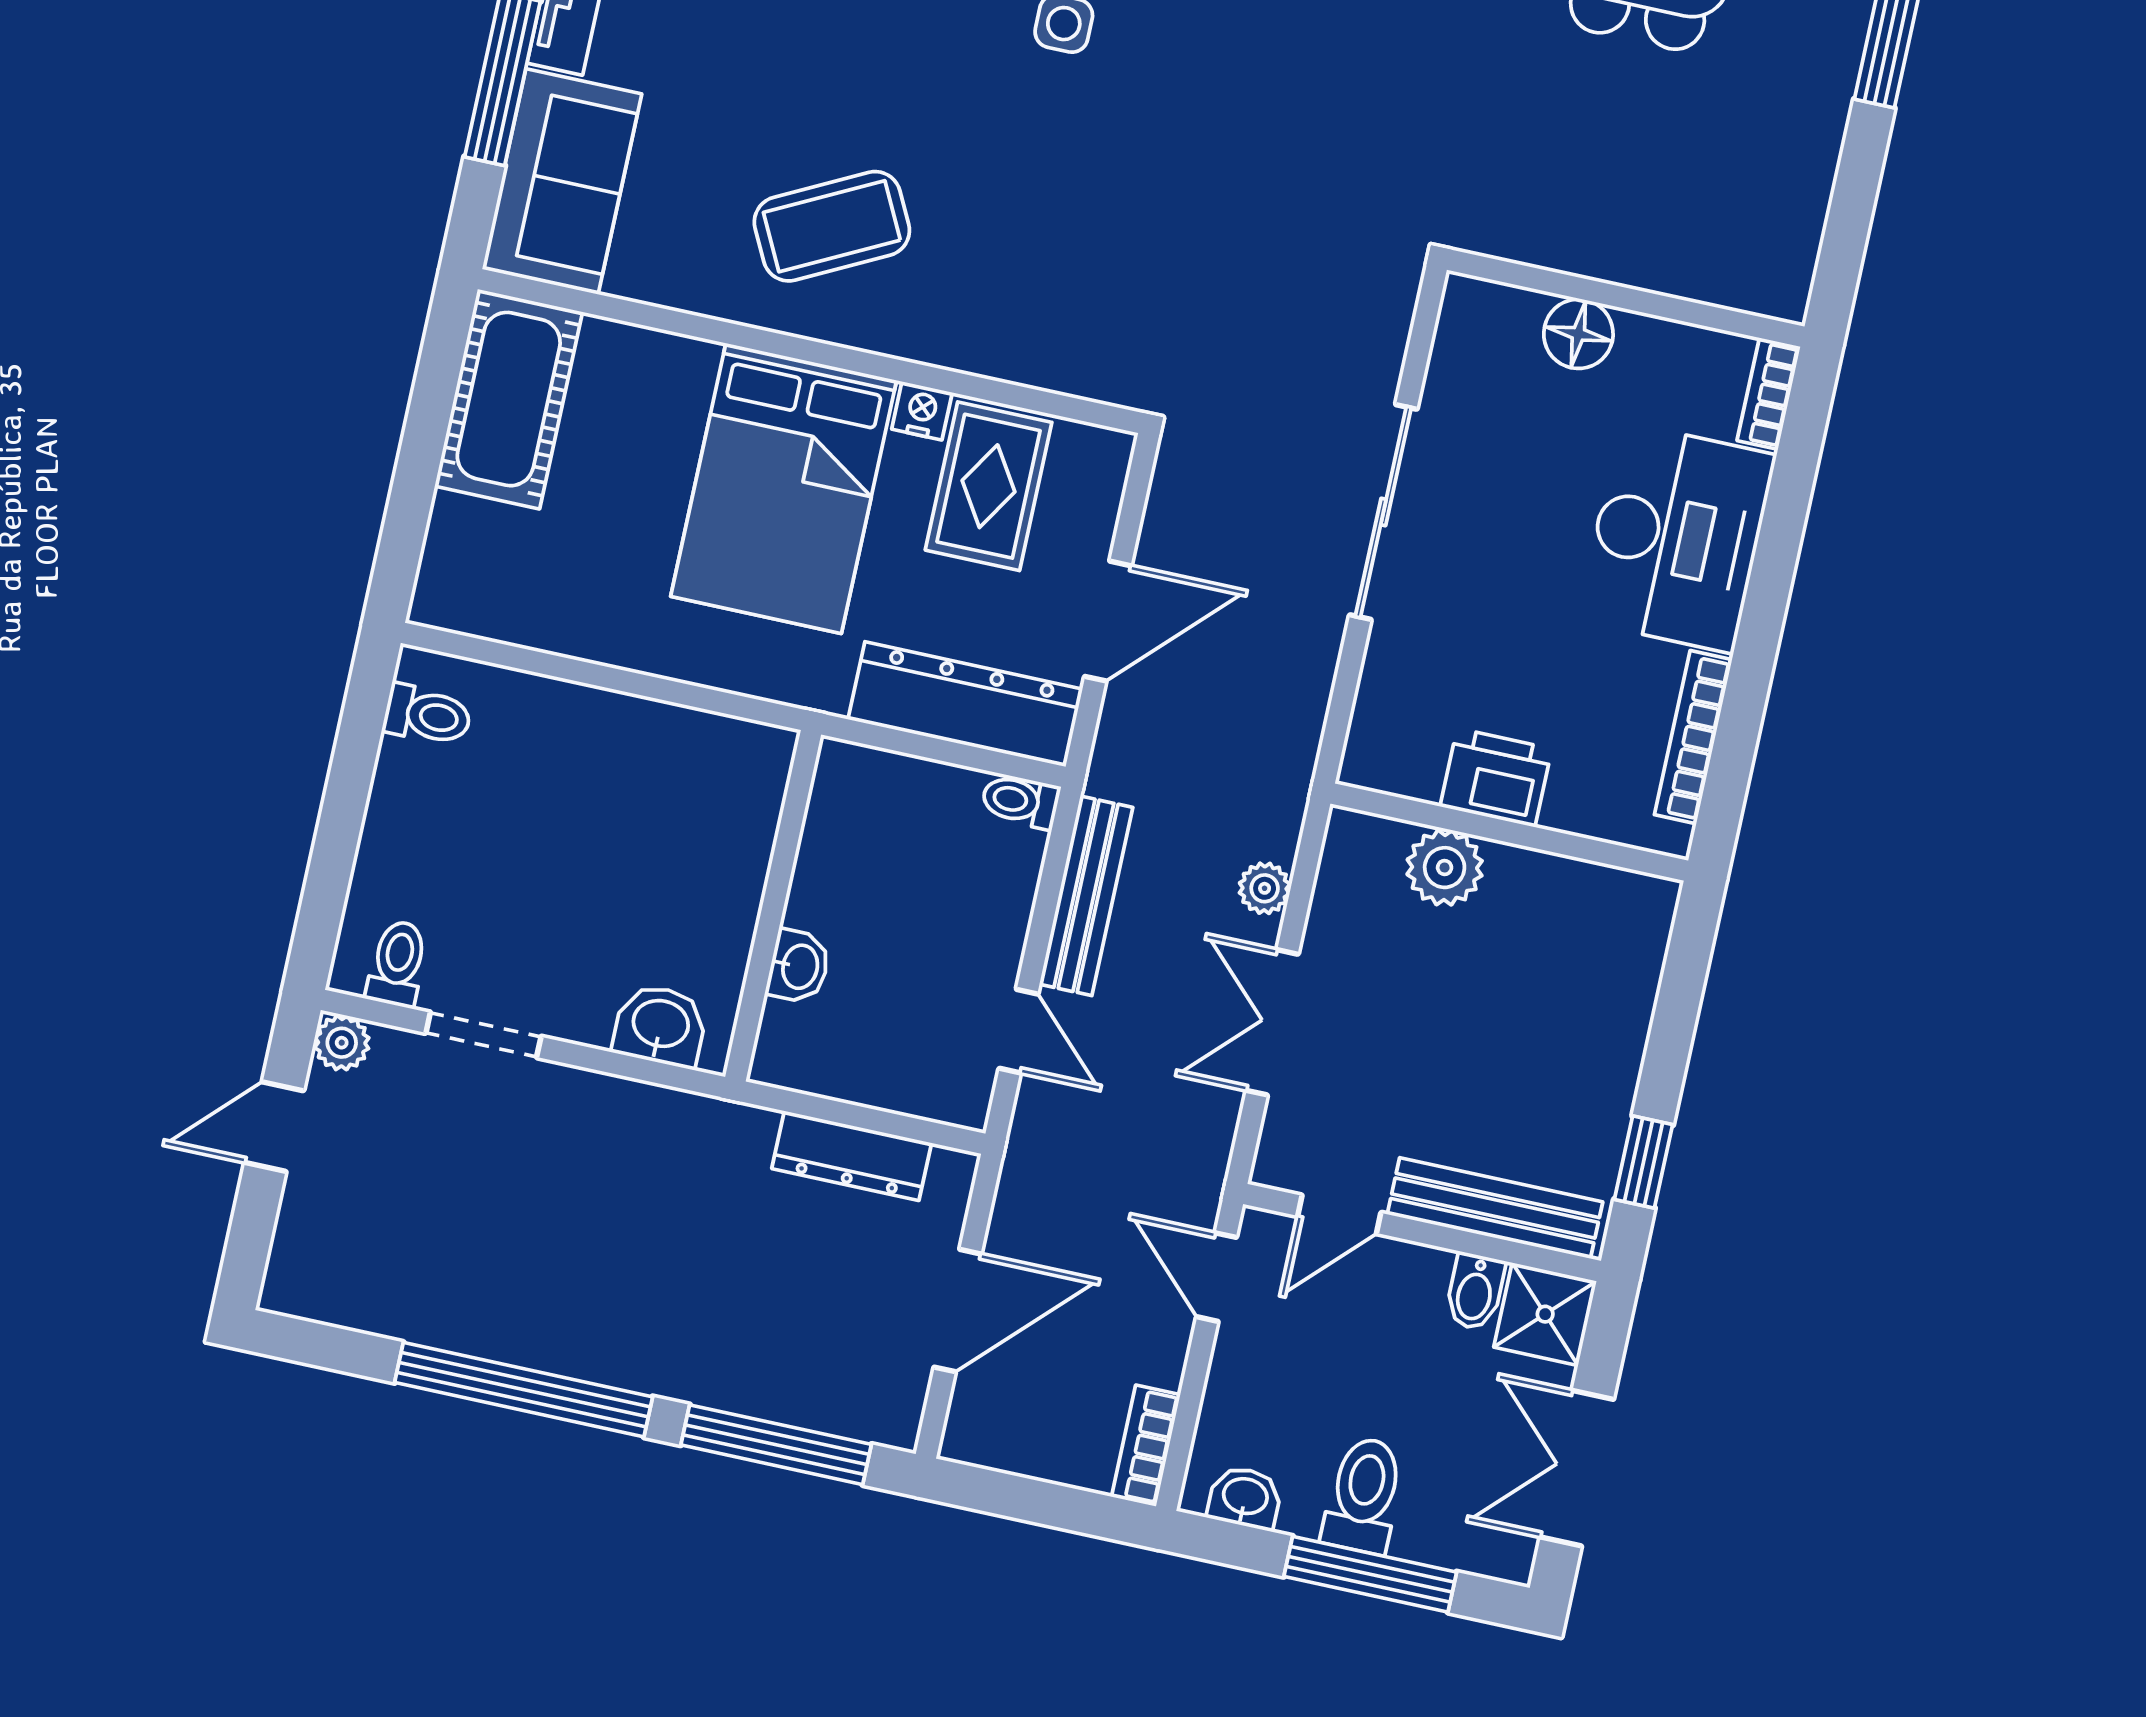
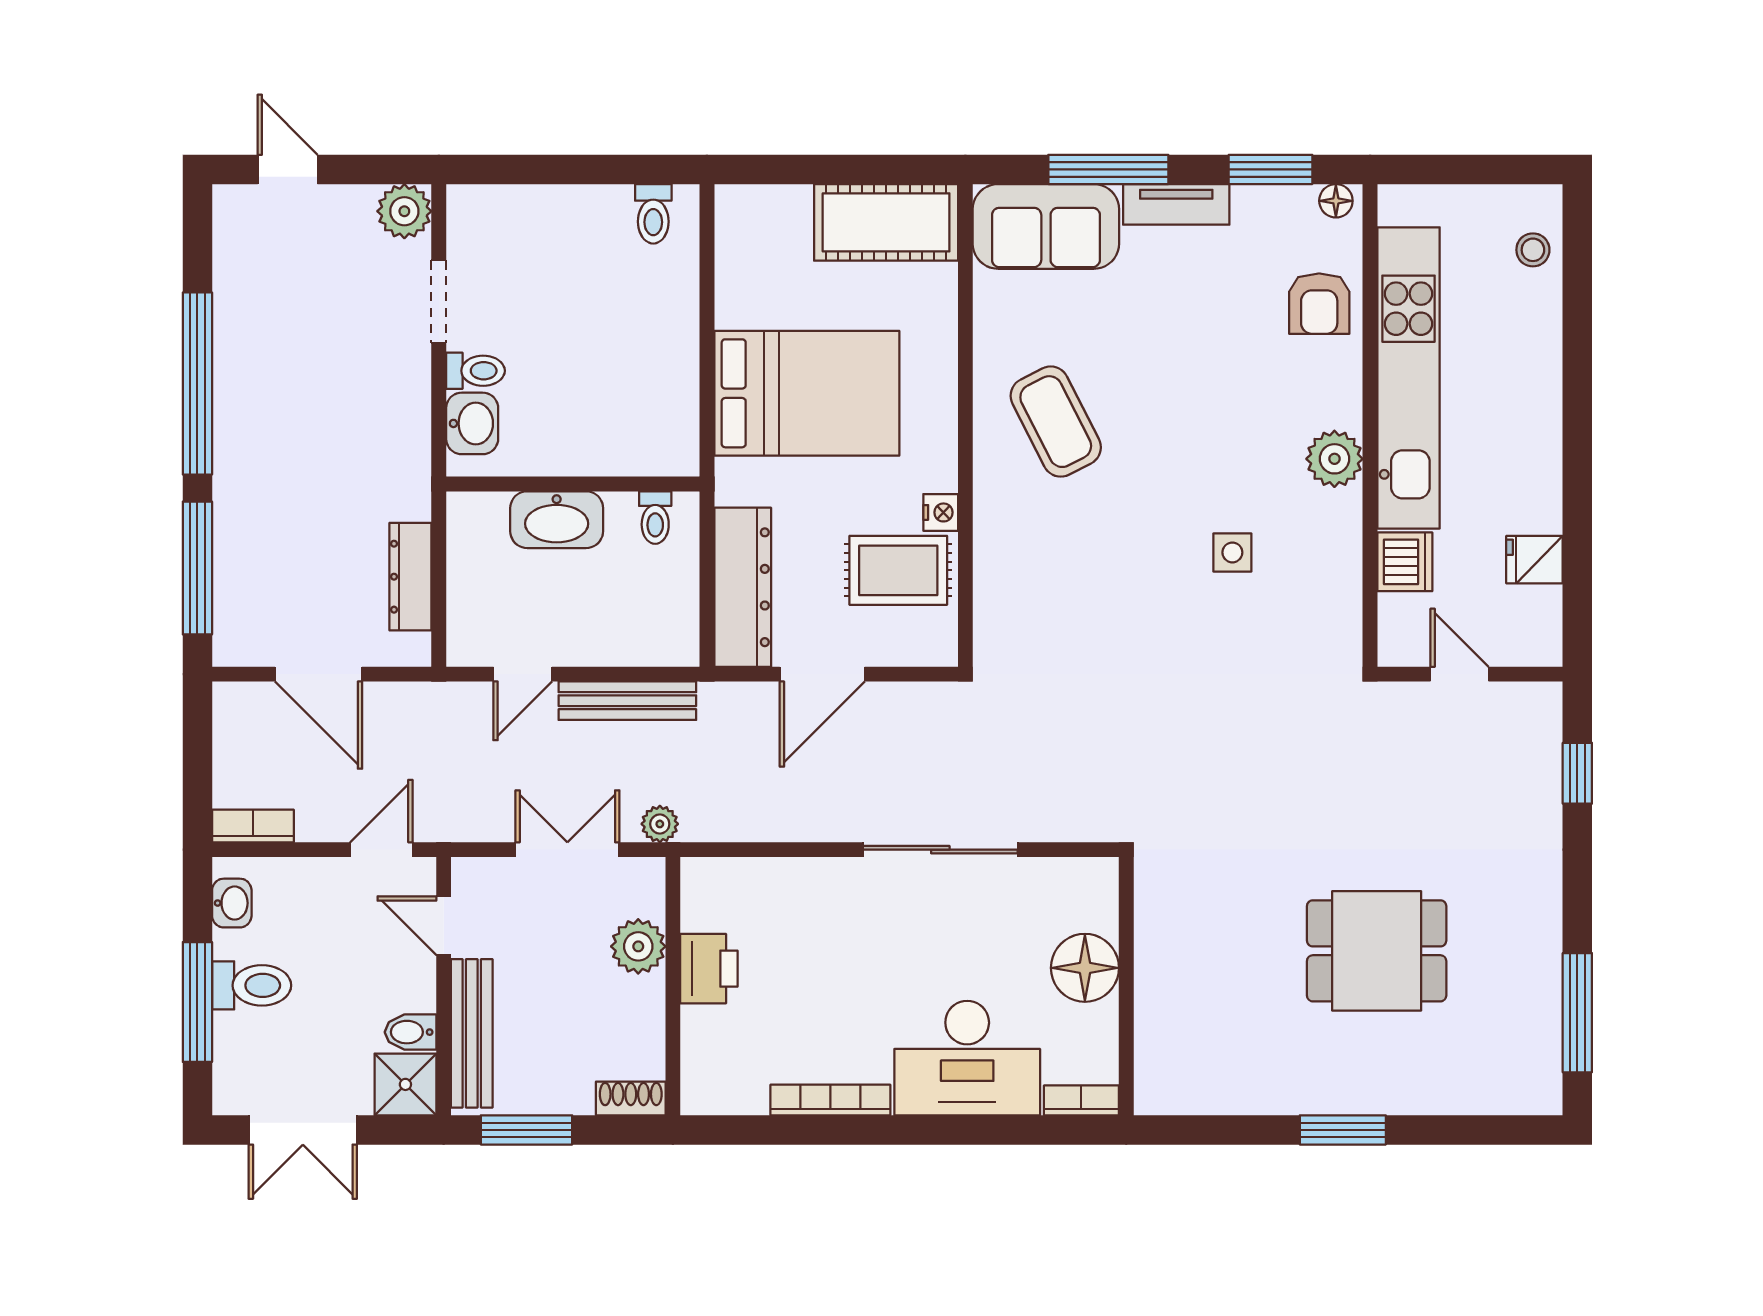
floor lamp: (1578, 334) -> (1085, 968), width x1.38, depth x1.38
bed: (784, 488) -> (807, 393), moved, turned 180
door: (1108, 621) -> (822, 674), hinge flipped
printer: (1496, 778) -> (709, 969), moved
toilet: (1020, 801) -> (655, 518), moved, turned 180
wall: (1509, 832) -> (673, 986), moved
plant: (1445, 868) -> (638, 946), moved
toilet: (397, 963) -> (475, 371), moved
washbasin: (799, 966) -> (557, 520), width x1.91, depth x1.45
shoe rack: (1632, 1010) -> (631, 1098), added
plant: (342, 1043) -> (404, 211), width x1.38, depth x1.38
door: (274, 1127) -> (288, 169), moved
window: (1644, 1162) -> (527, 1130), width x1.50
double door: (1577, 1468) -> (303, 1130), swing flipped

